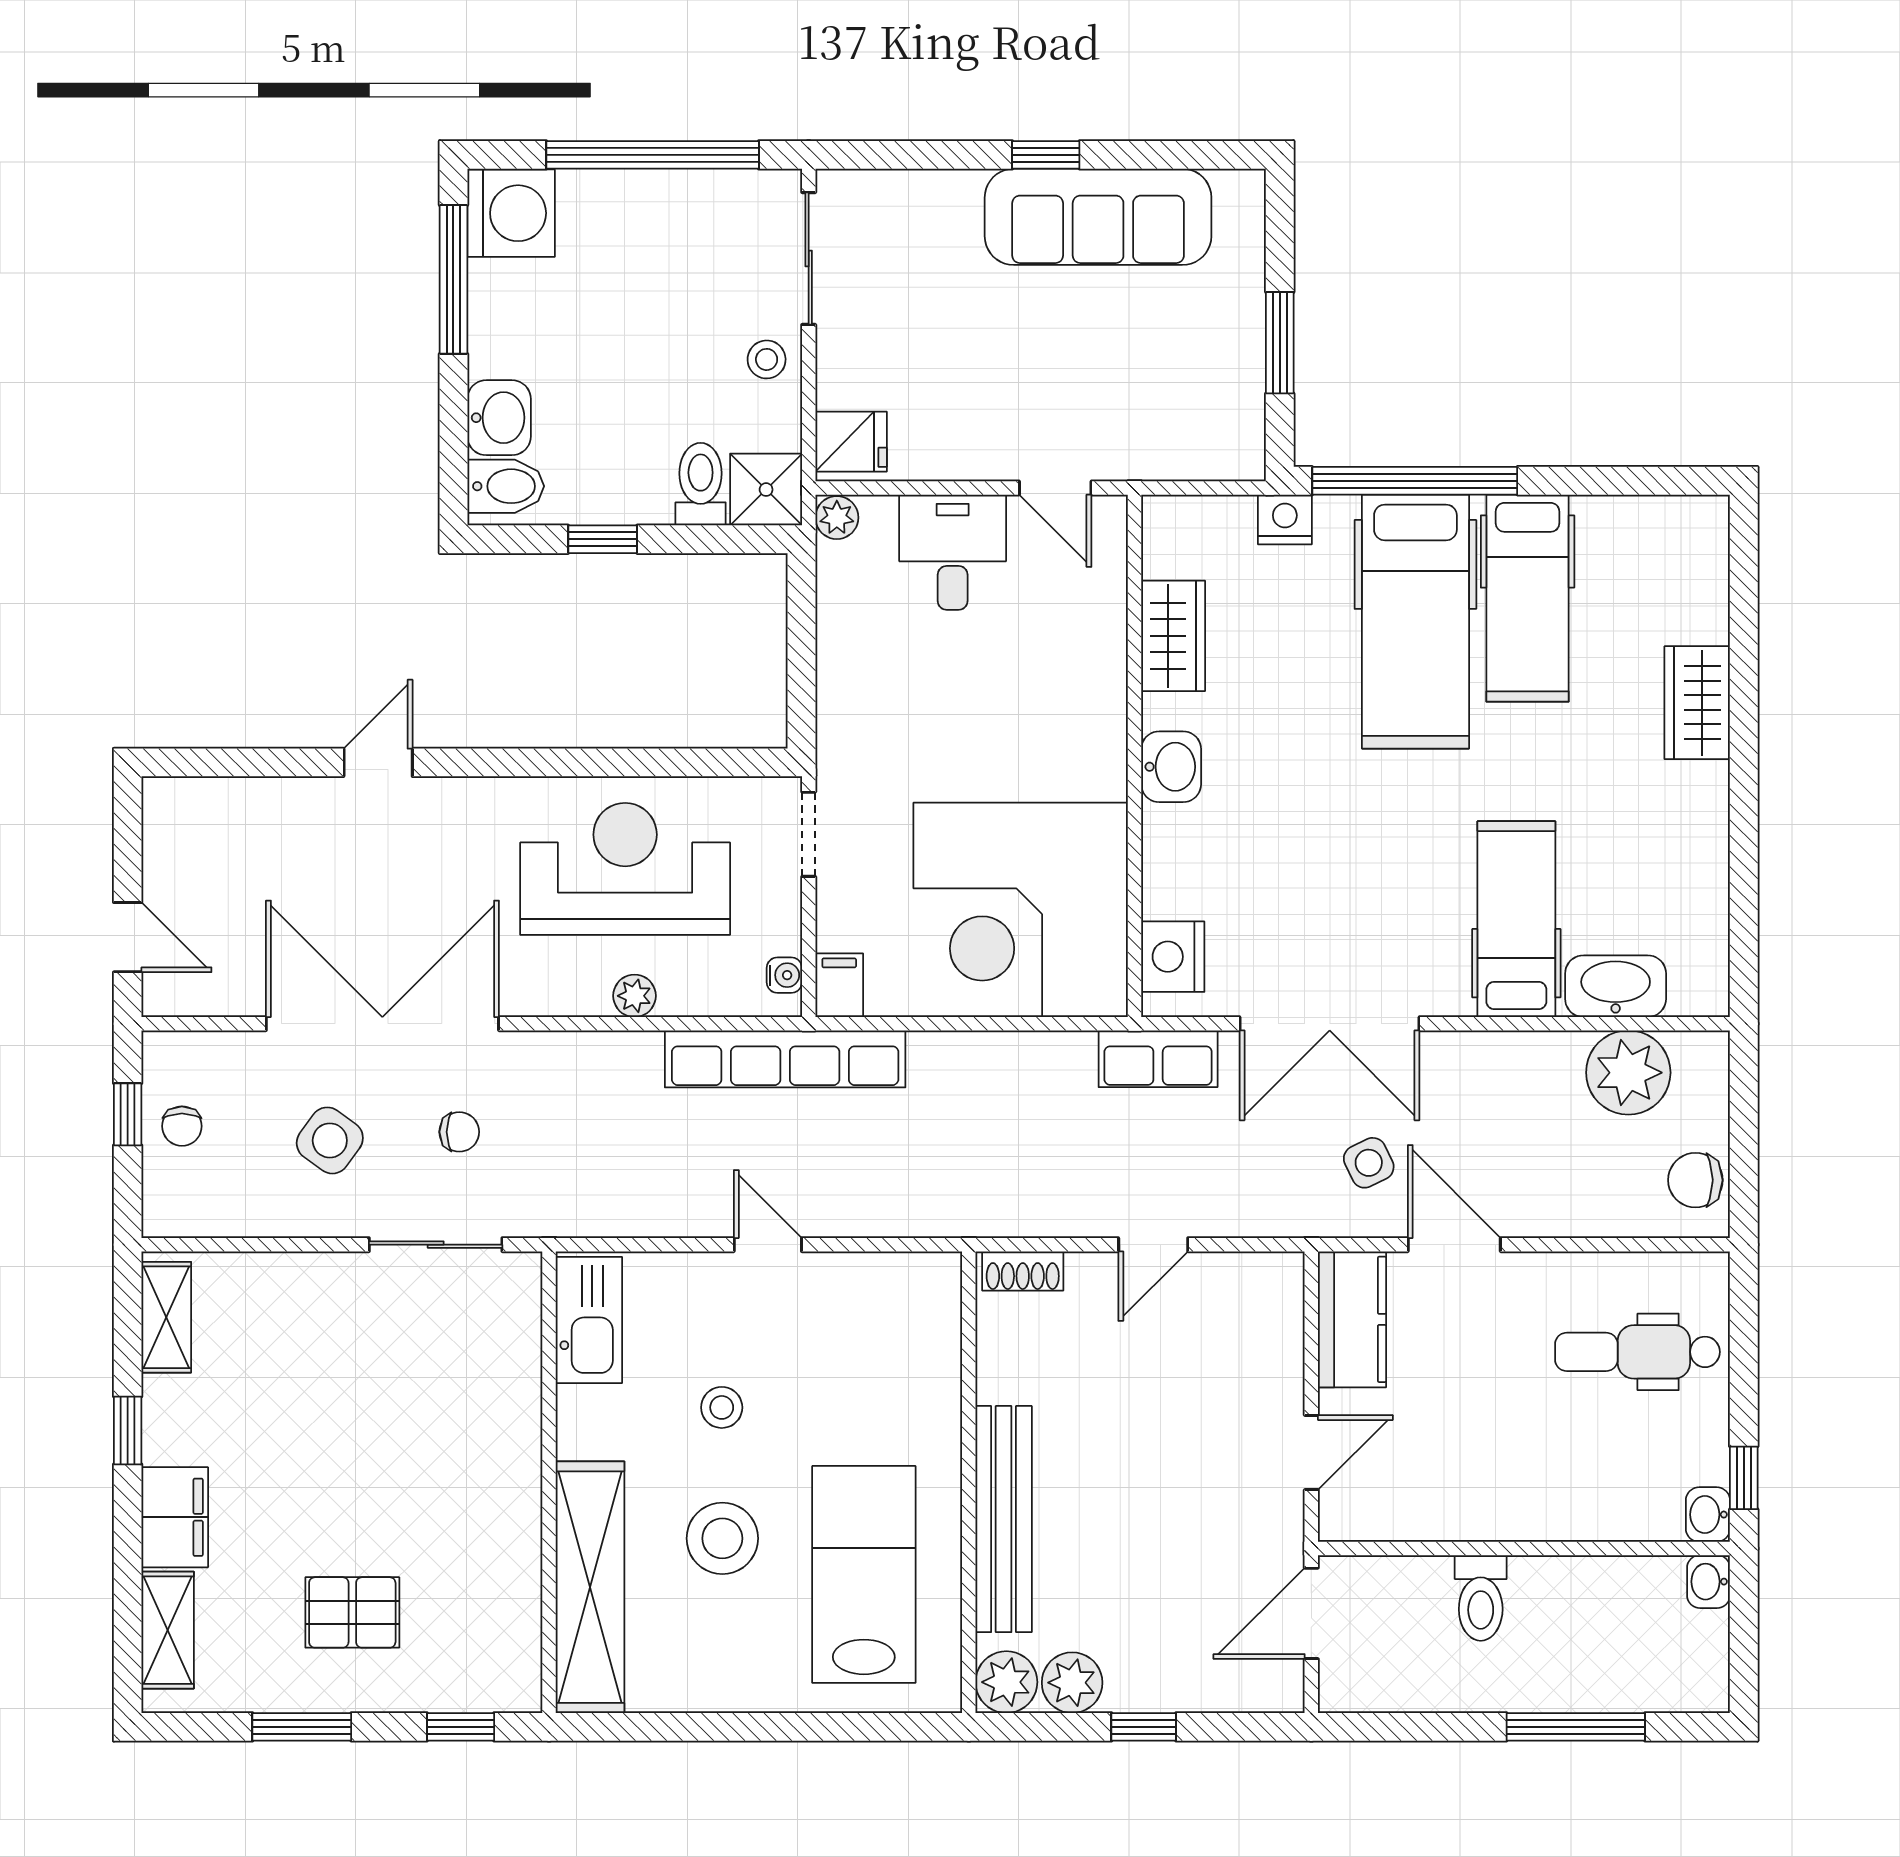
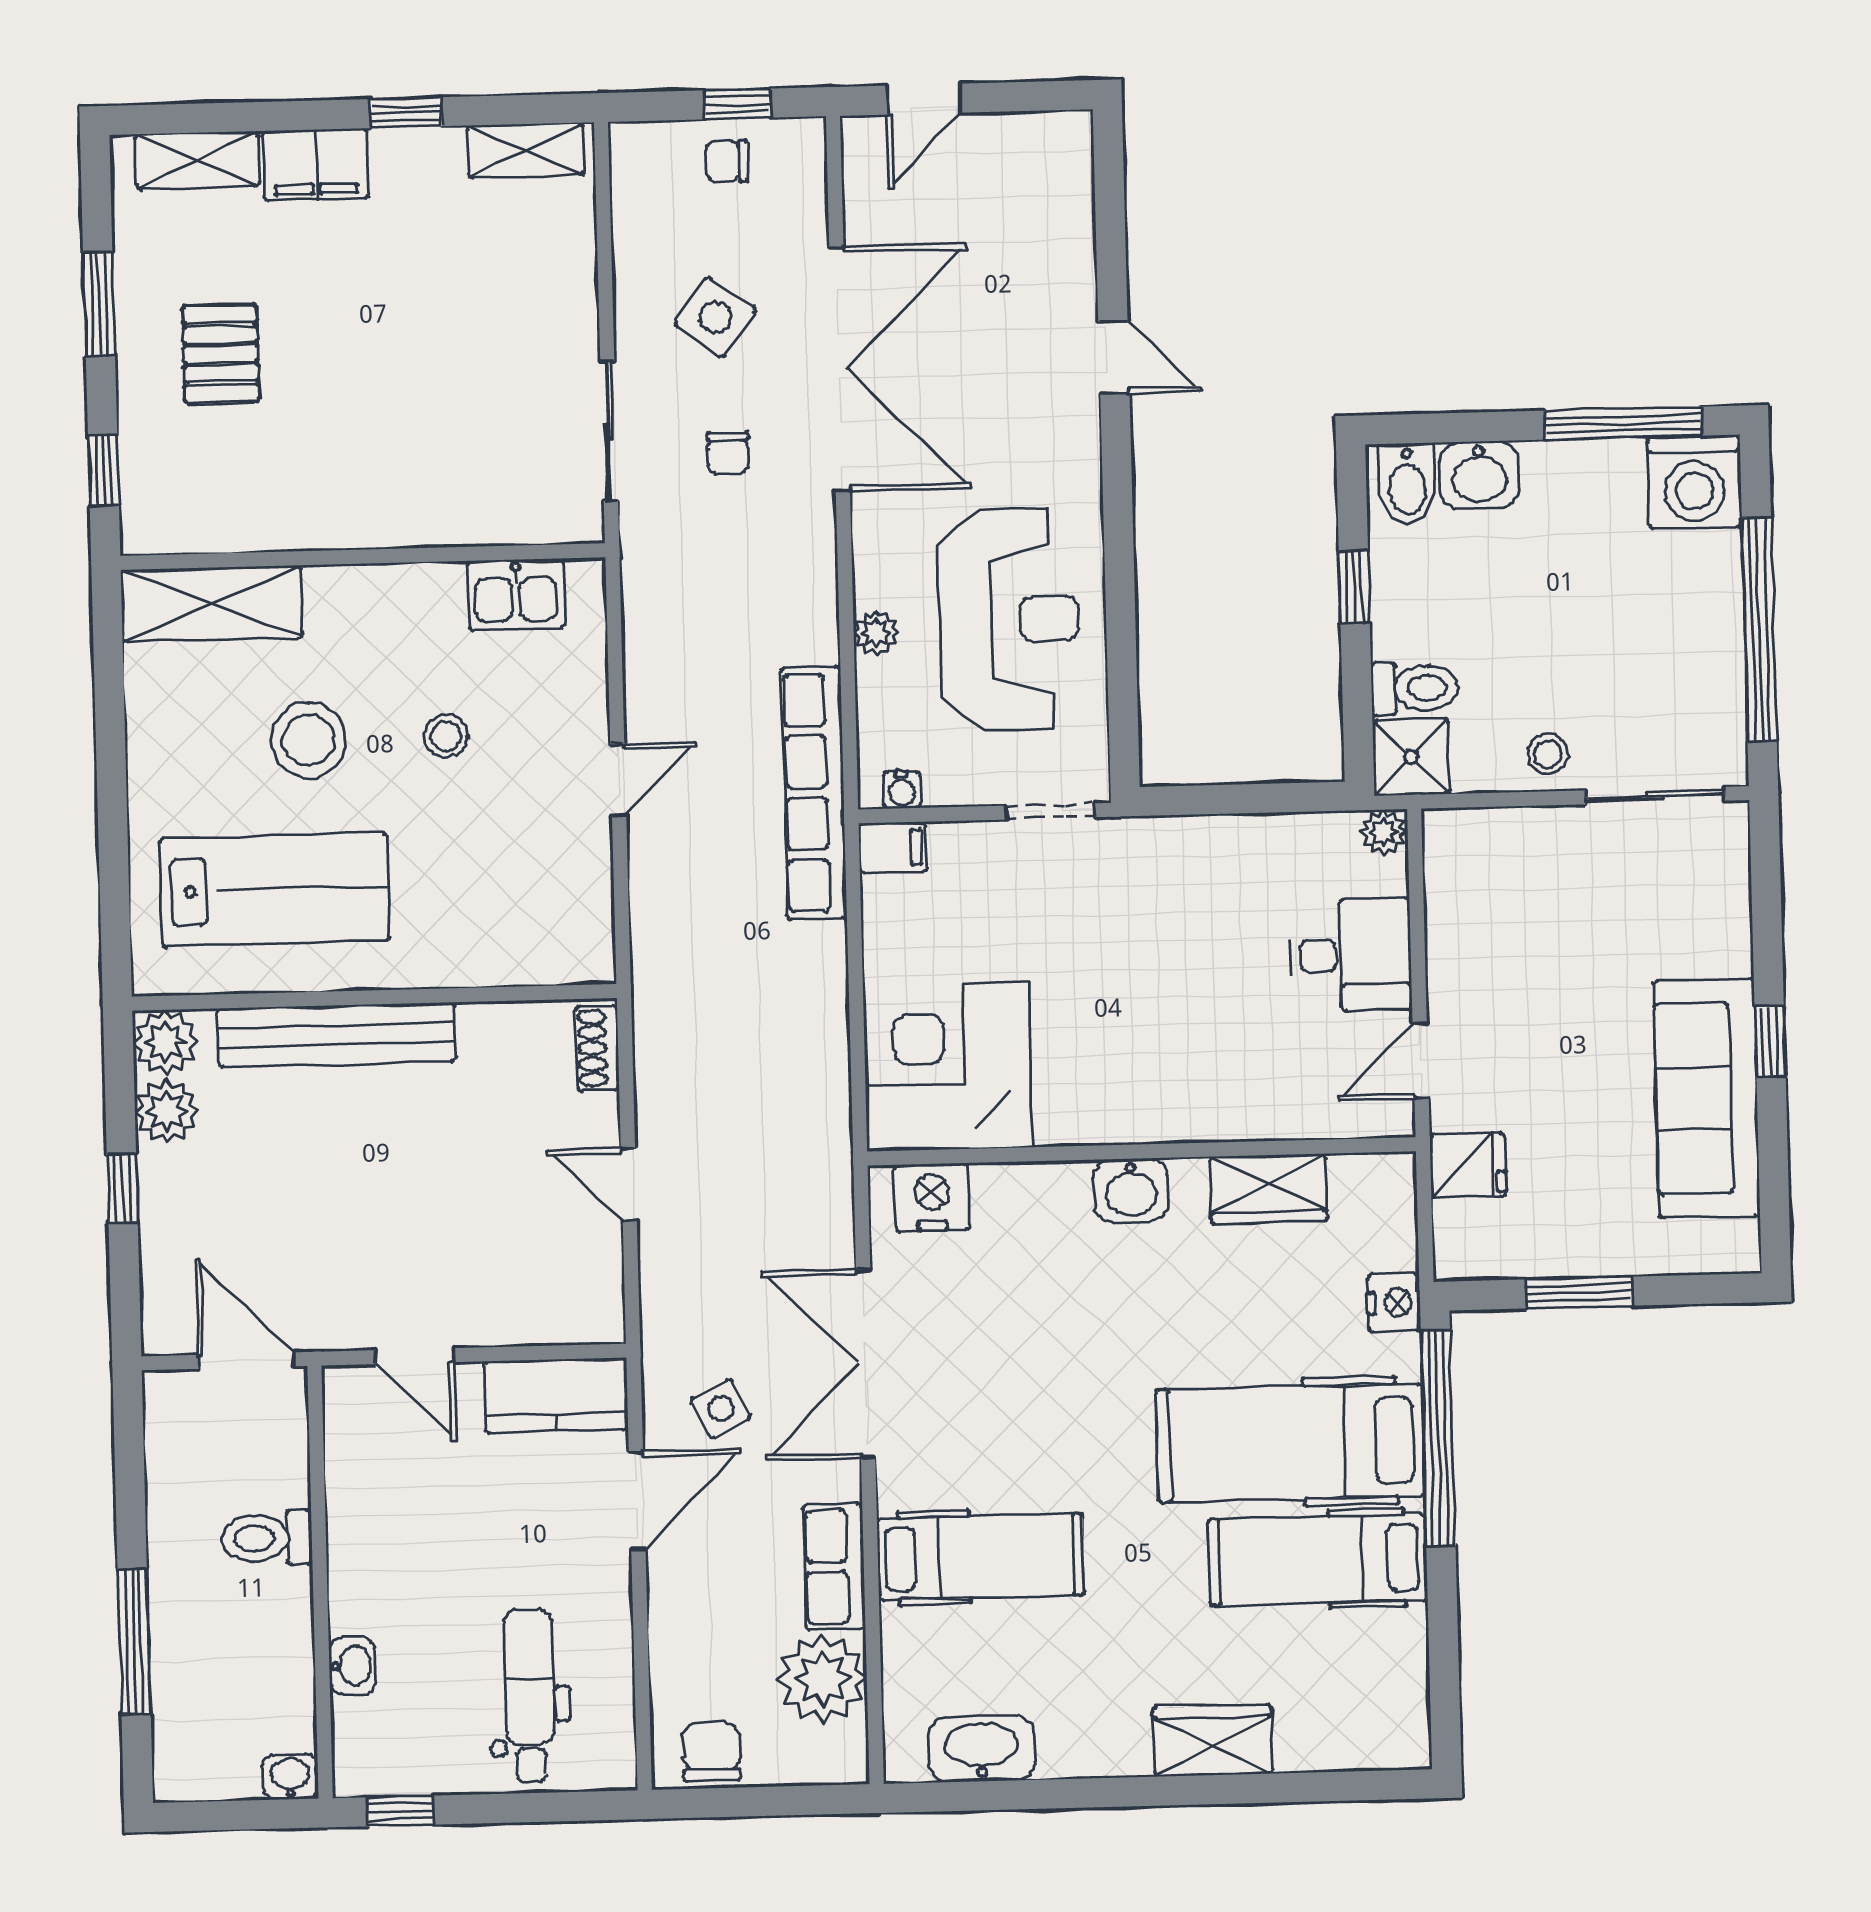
fridge: (851, 442) -> (1468, 1166), moved, turned -90
corner desk: (1021, 910) -> (948, 1067), width x0.74, depth x0.74
washbasin: (1616, 986) -> (982, 1749), moved, turned -90
row of seats: (1158, 1059) -> (834, 1567), moved
kitchen sink: (589, 1320) -> (516, 594), width x0.73
washbasin: (1708, 1515) -> (352, 1666), moved, turned 90
shelving: (590, 1587) -> (212, 604), width x0.68

